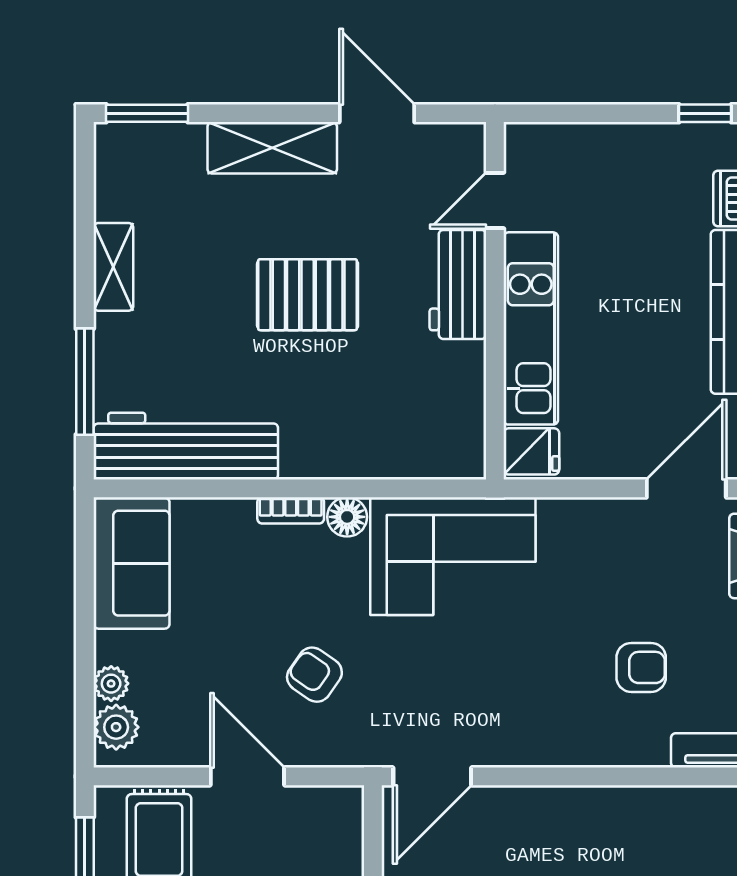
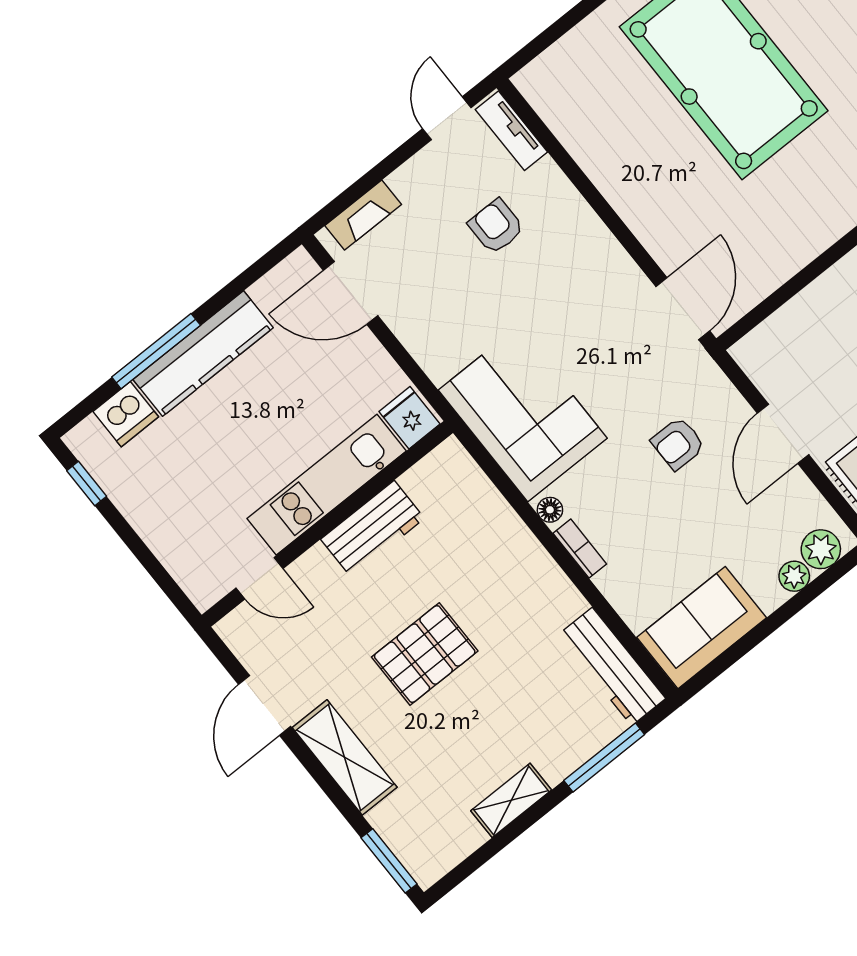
workbench: (458, 284) -> (373, 529), moved
pallet: (308, 295) -> (425, 654), turned 90
workbench: (186, 446) -> (612, 667), width x0.73, depth x0.76
floor lamp: (347, 517) -> (550, 510), width x0.73, depth x0.73
armchair: (314, 675) -> (678, 444), turned 55
door: (432, 776) -> (683, 309), hinge flipped

